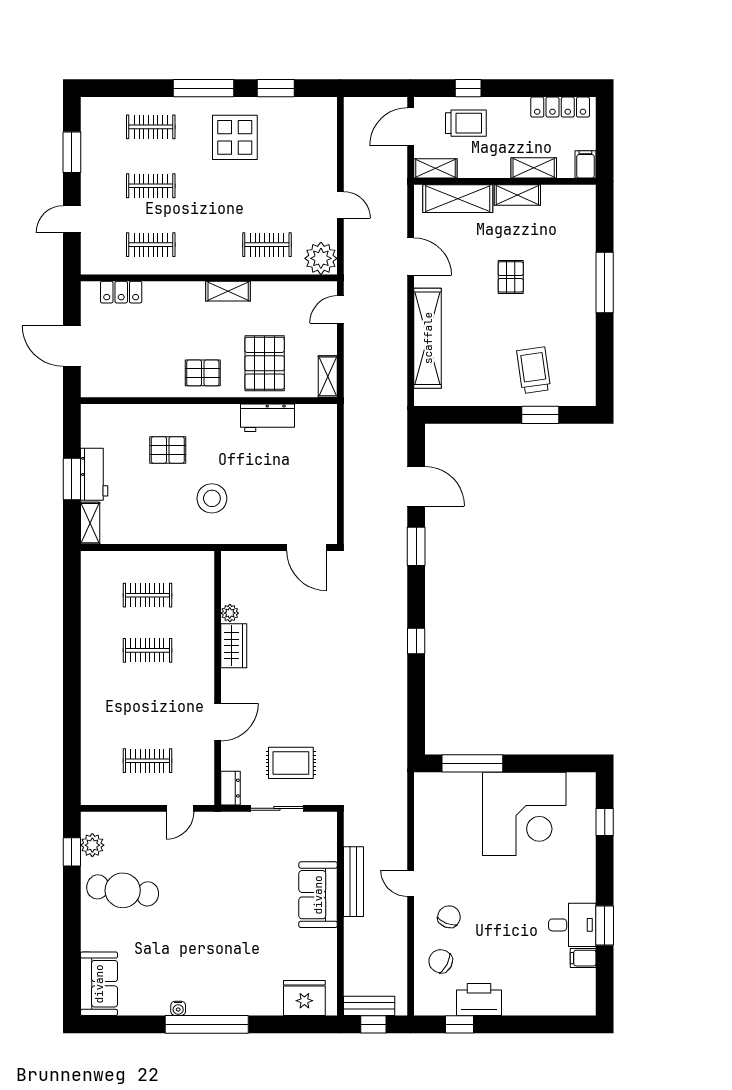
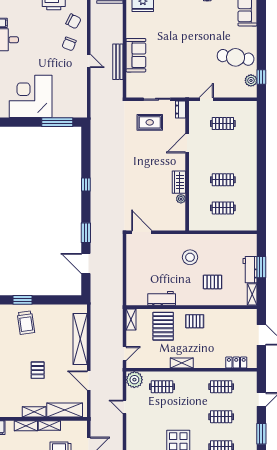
shelving: (435, 168) -> (49, 426), moved
shelving: (90, 523) -> (252, 294), moved

